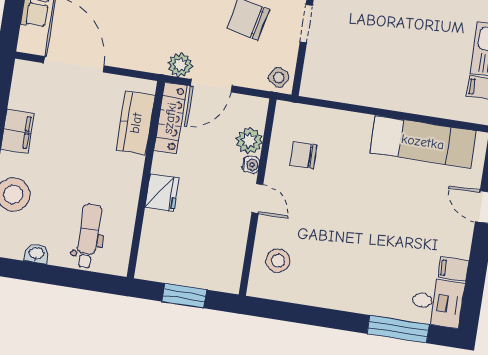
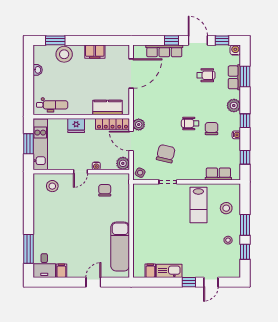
plant: (249, 141) -> (123, 163), moved
dental chair: (88, 236) -> (52, 105), moved
kitchen unit: (189, 272) -> (40, 144), added

